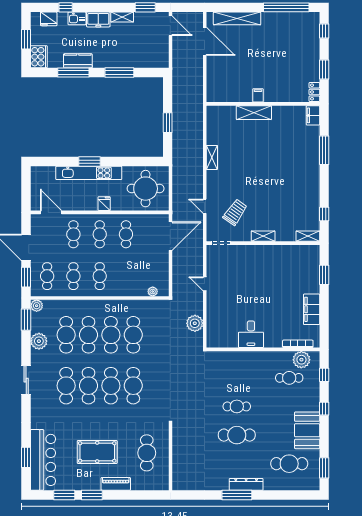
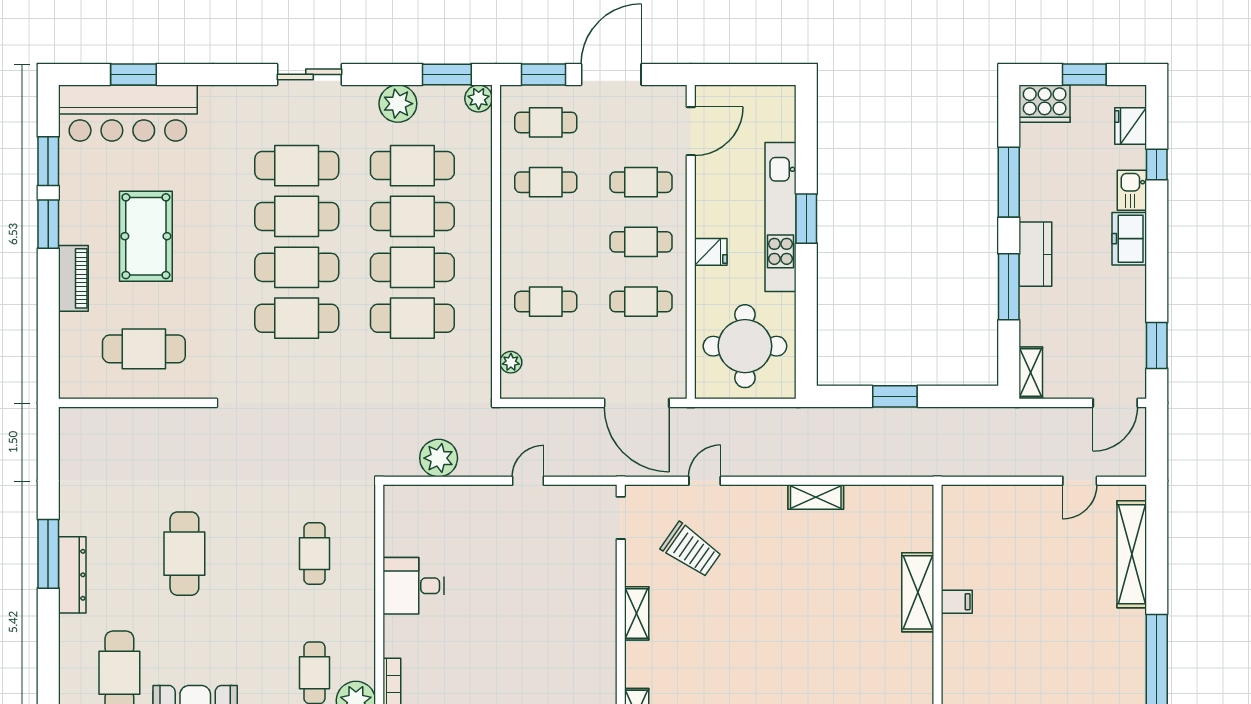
shelving: (122, 17) -> (1031, 373), moved
door: (205, 41) -> (1080, 481), width x0.53
kitchen counter: (78, 61) -> (1035, 254), moved
cafe table: (100, 276) -> (546, 302), moved
cafe table: (237, 406) -> (314, 554), moved

